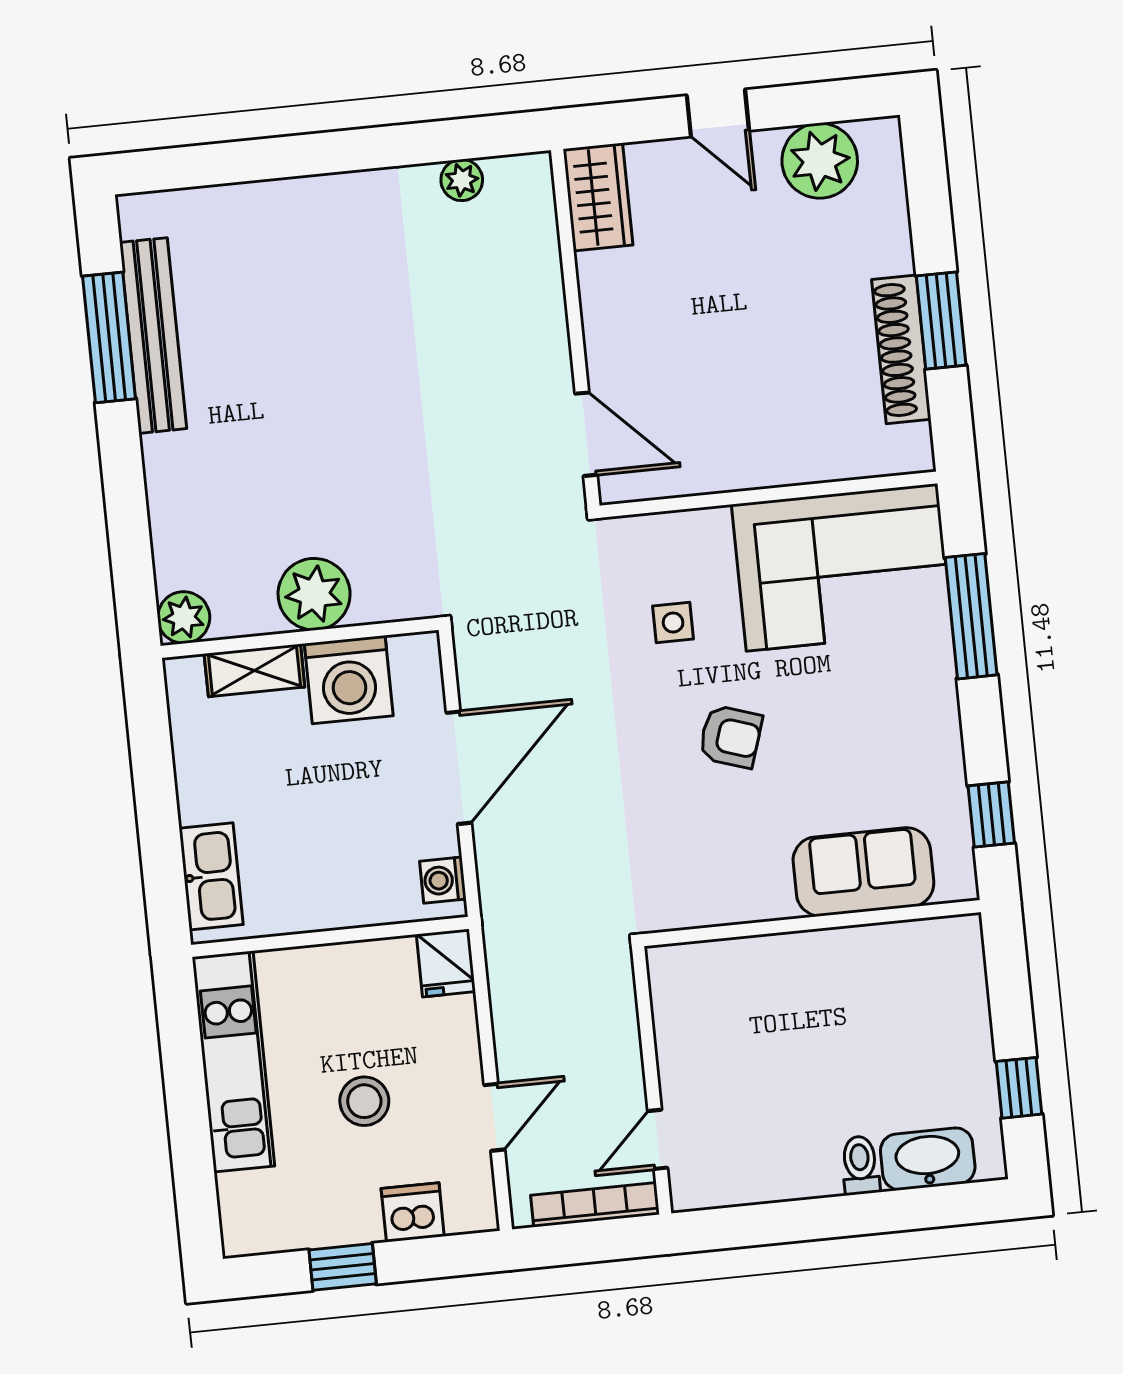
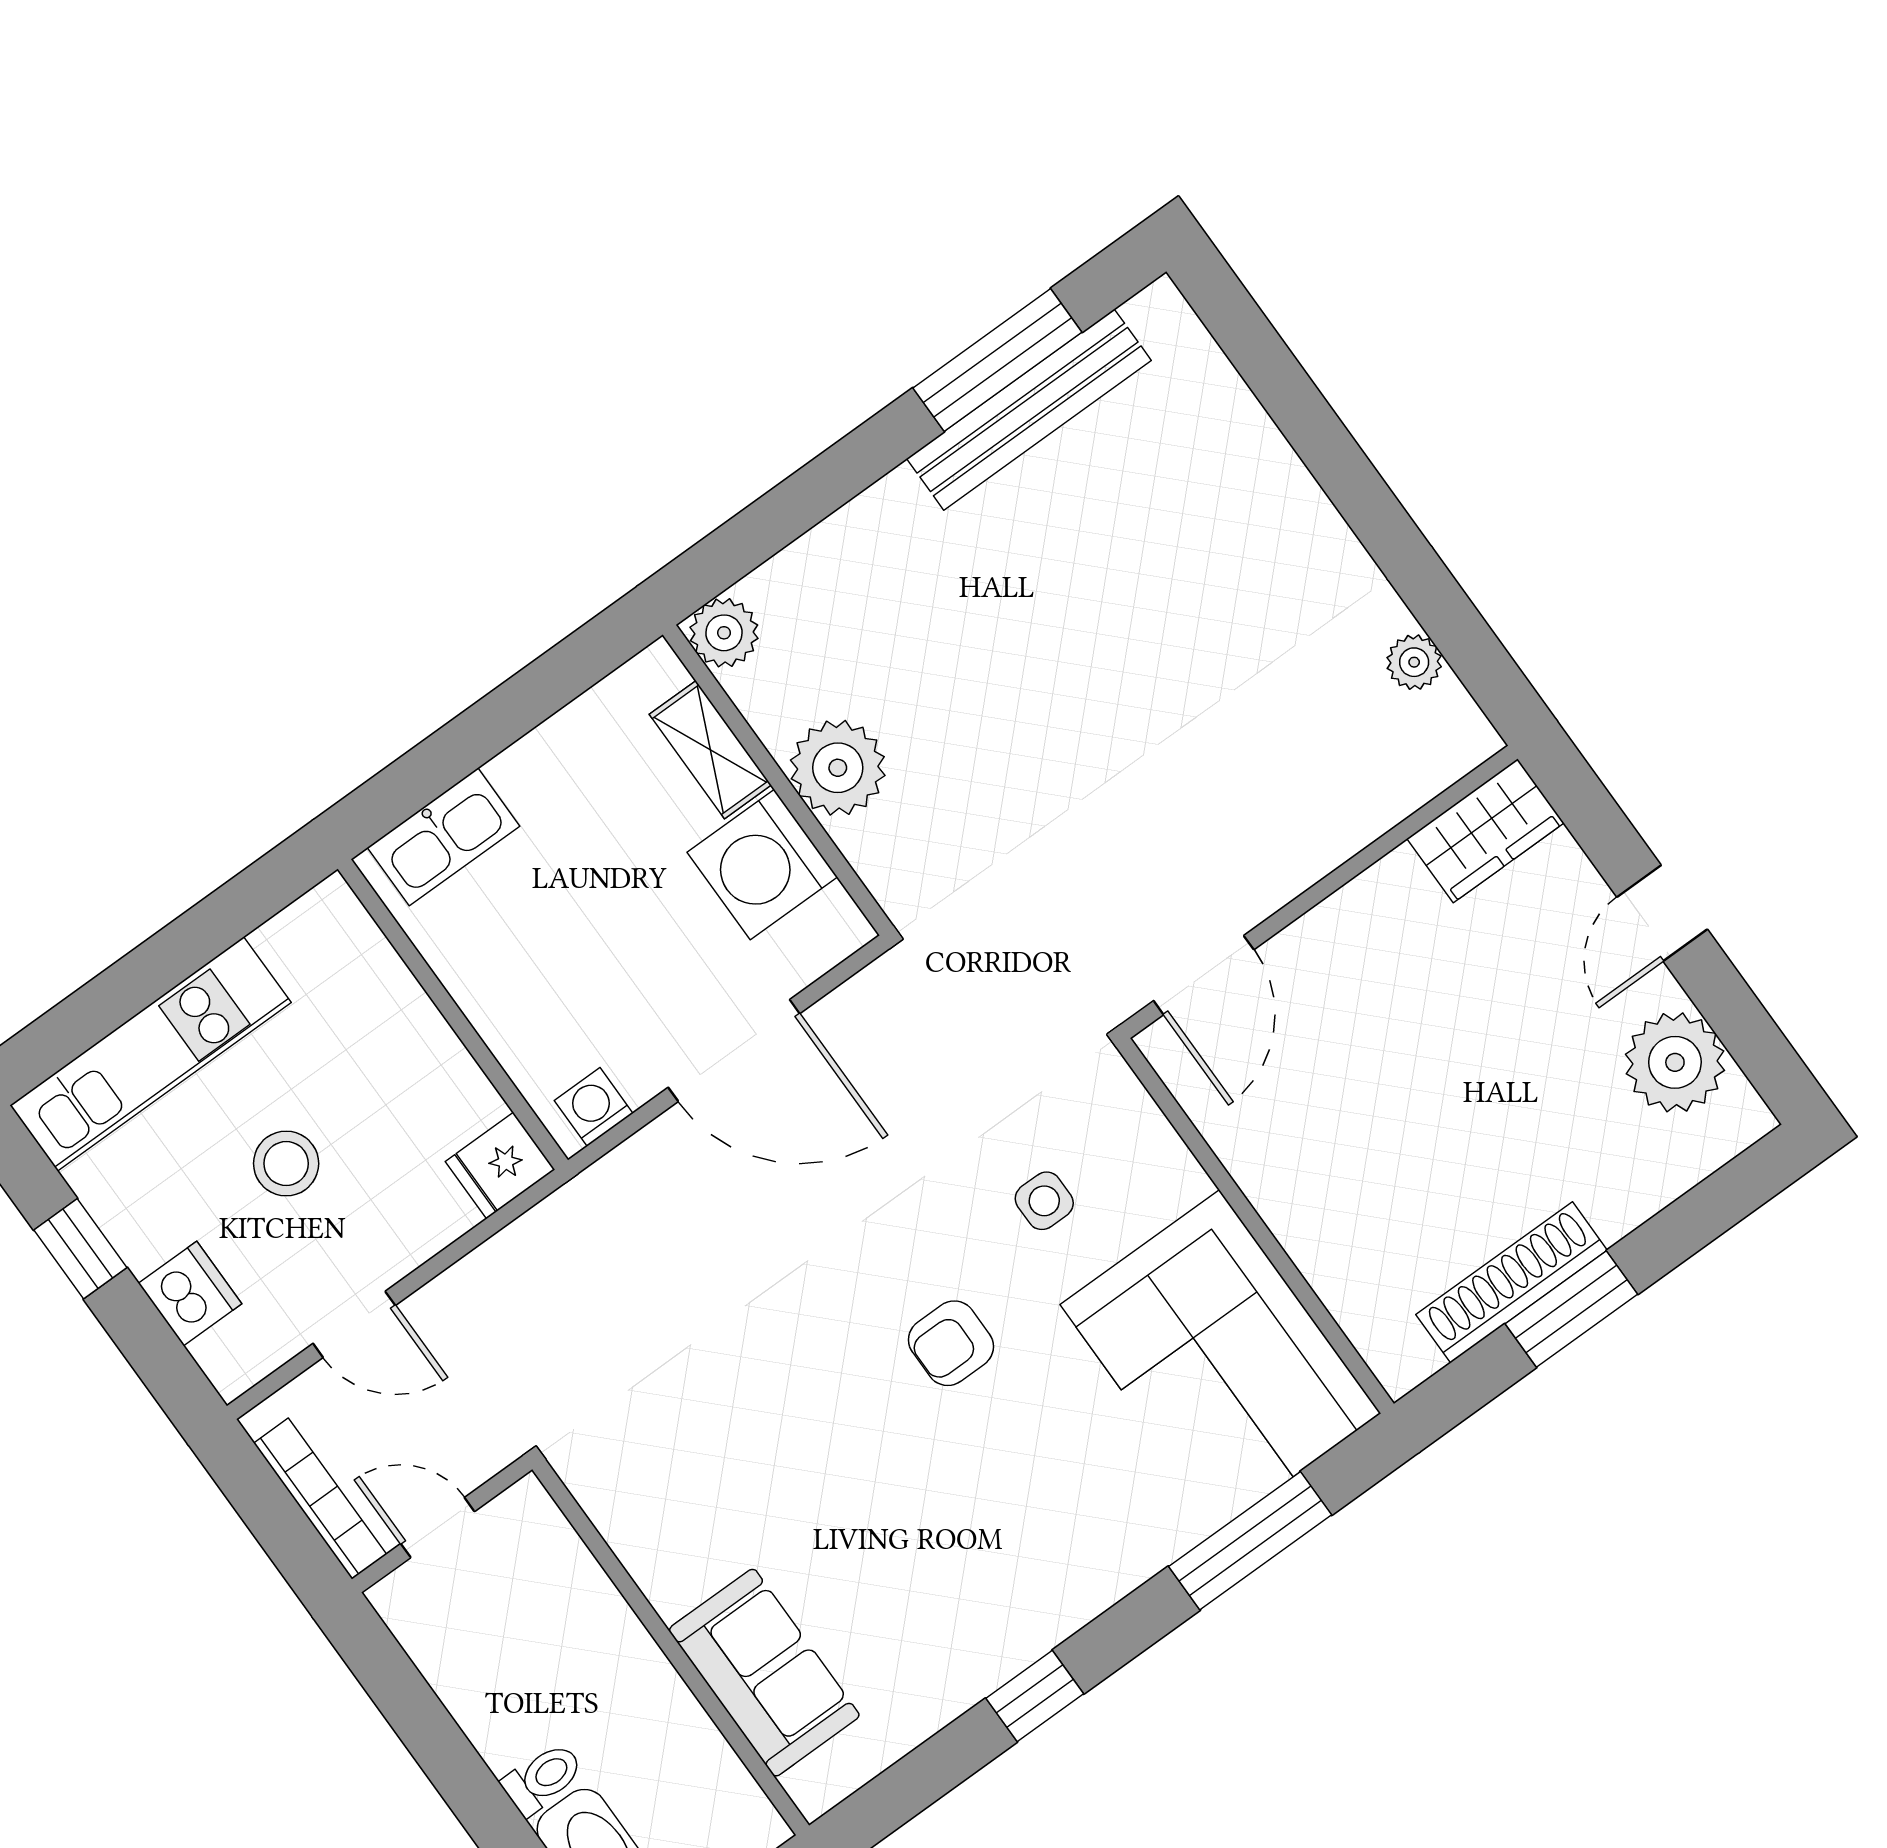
armchair: (731, 737) -> (951, 1343), turned 72
sofa: (863, 872) -> (764, 1673), moved
wall: (812, 923) -> (671, 1647), moved
kitchen unit: (233, 1061) -> (151, 1054), moved

